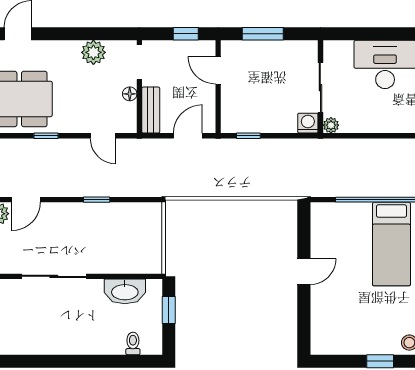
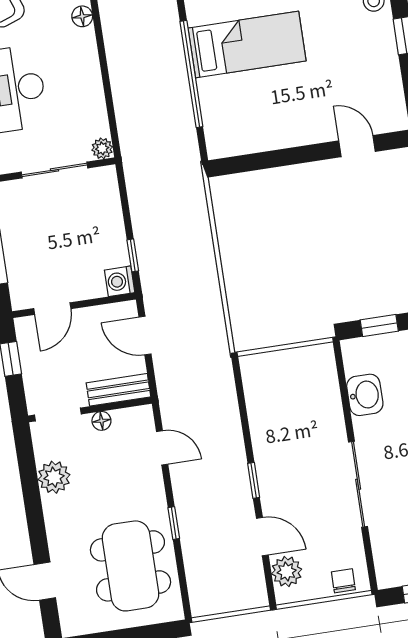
washing machine: (308, 123) -> (120, 281), moved
door: (103, 136) -> (162, 448), hinge flipped
window: (97, 200) -> (254, 480), moved
door: (304, 271) -> (357, 146), moved
washbasin: (125, 291) -> (365, 395), width x0.72

